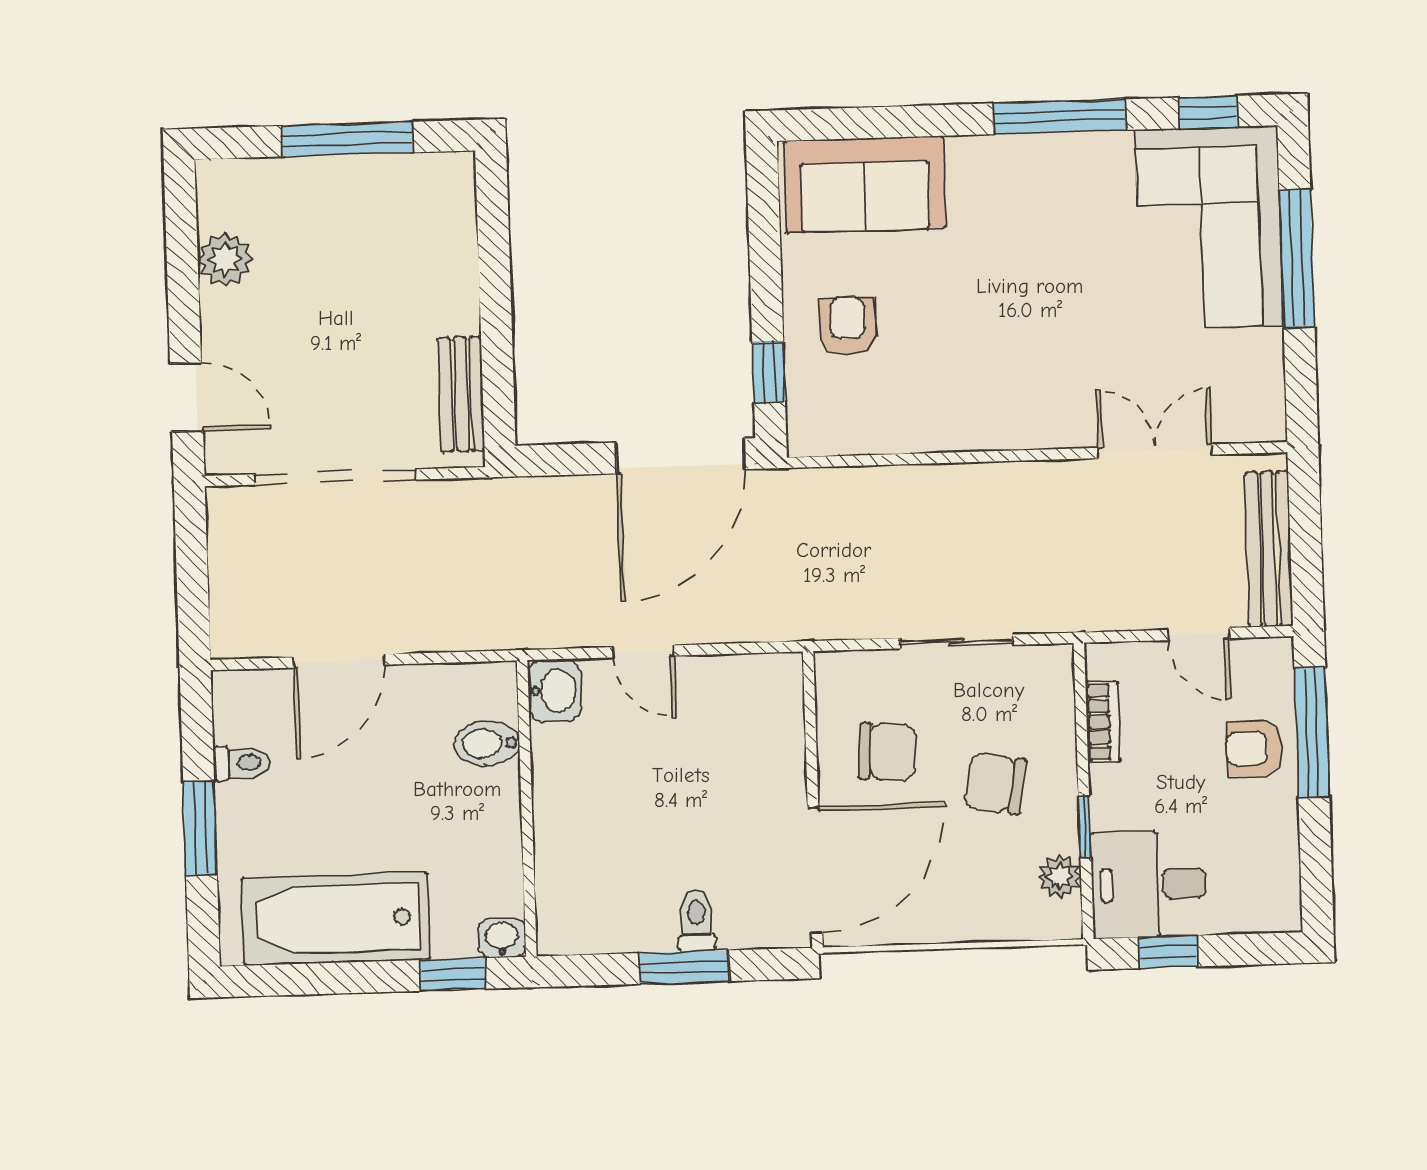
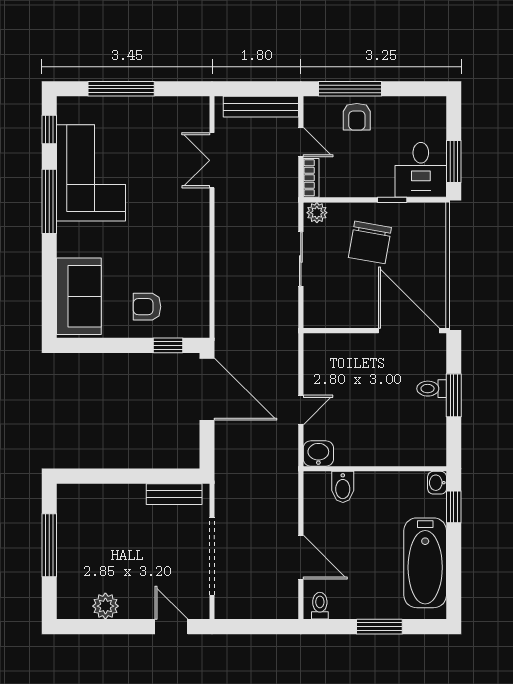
corner sofa: (1209, 227) -> (91, 173), moved, turned -90
door: (187, 397) -> (171, 627), hinge flipped
door: (1198, 634) -> (301, 142), hinge flipped
bookcase: (1103, 722) -> (311, 178), moved, turned 90
chair: (887, 752) -> (353, 294), removed
toilet: (241, 763) -> (320, 606), moved
chair: (995, 784) -> (370, 242), width x1.37, depth x1.37
plant: (1060, 877) -> (317, 213), moved
window: (1168, 952) -> (454, 161), width x1.50

